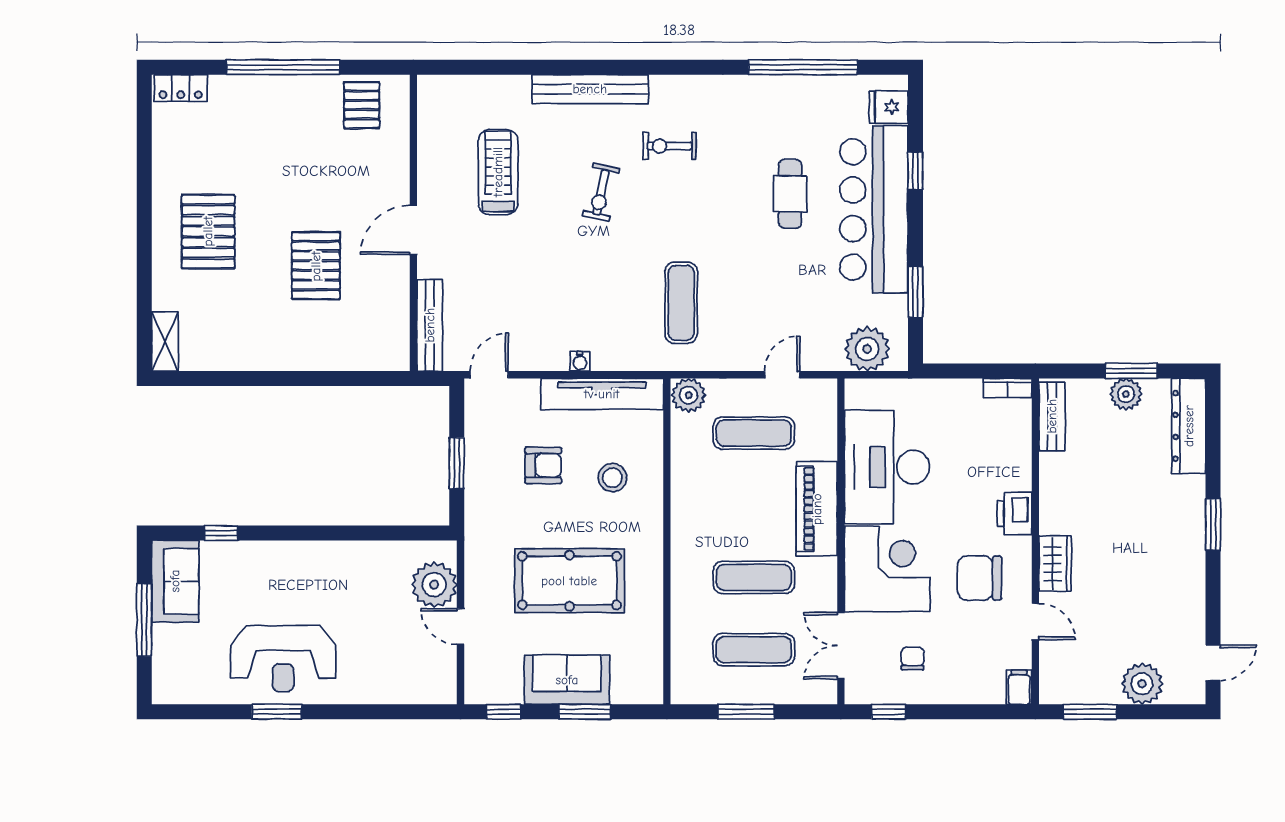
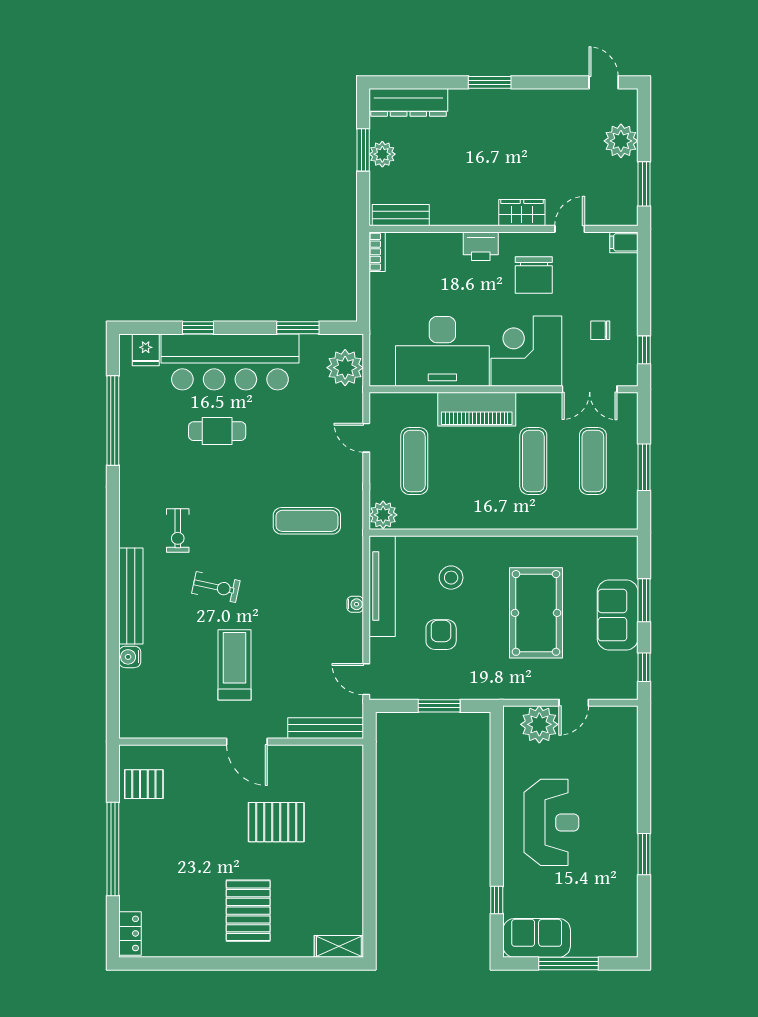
water cooler: (516, 88) -> (130, 657), added
treadmill: (498, 172) -> (235, 665), moved, turned 90
pallet: (208, 231) -> (248, 911), turned 90
reception desk: (283, 659) -> (551, 822), moved

